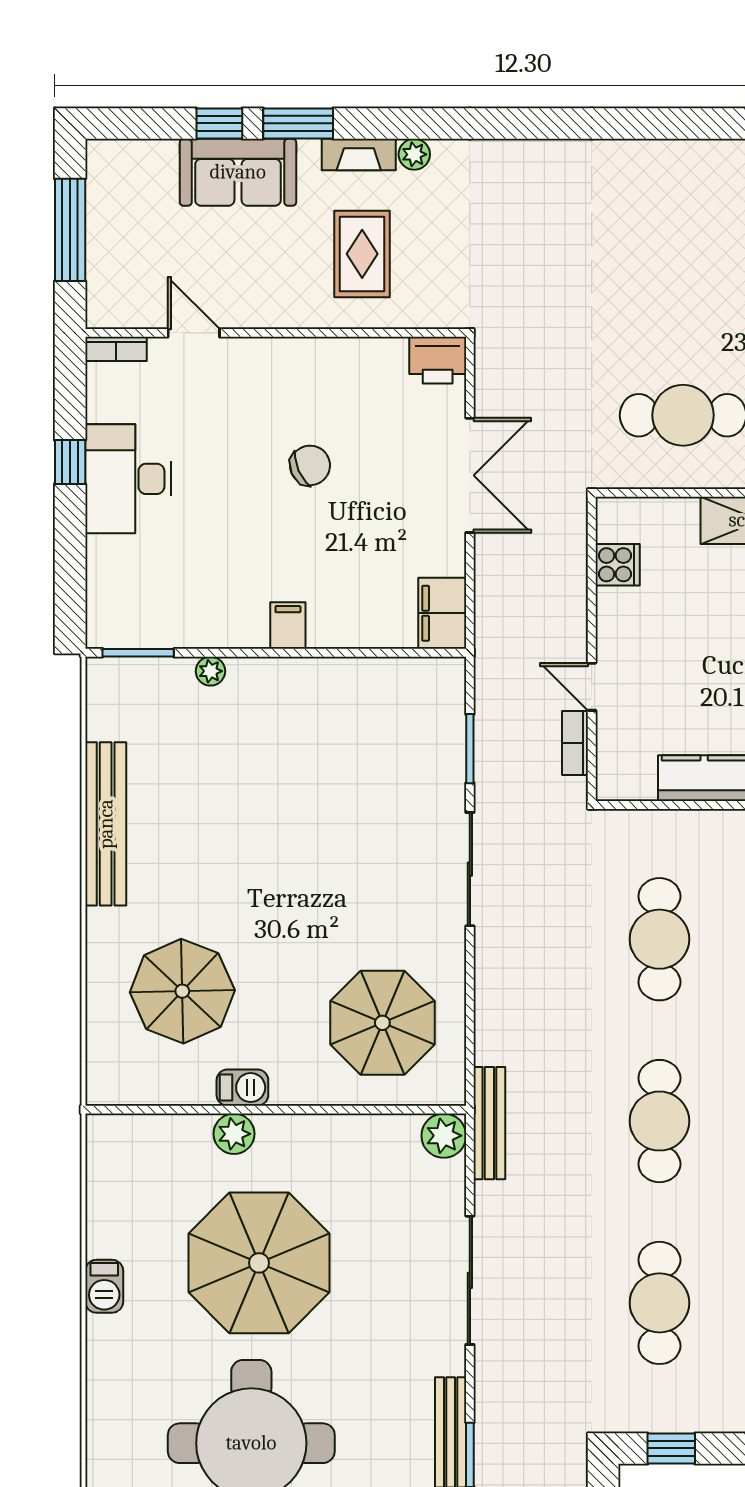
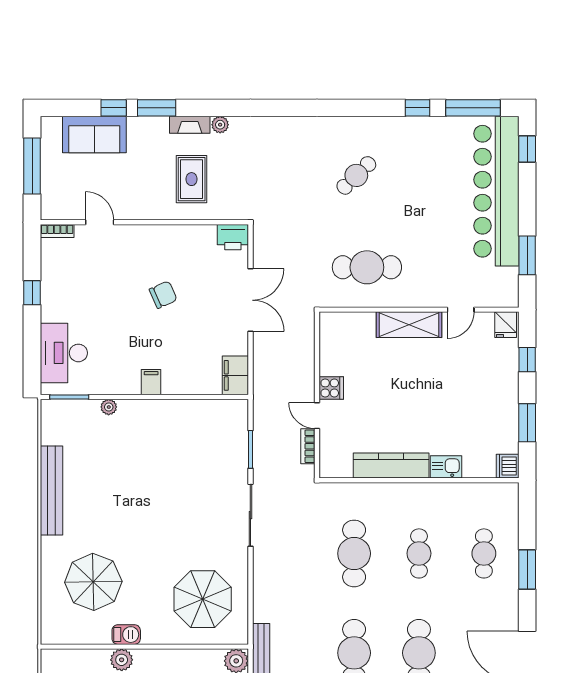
sofa: (238, 172) -> (94, 134), moved
cafe table: (664, 247) -> (356, 175), added
desk: (128, 479) -> (64, 353), moved
cooker: (618, 565) -> (331, 388), moved

